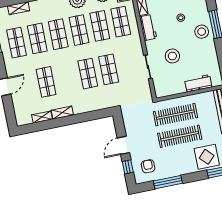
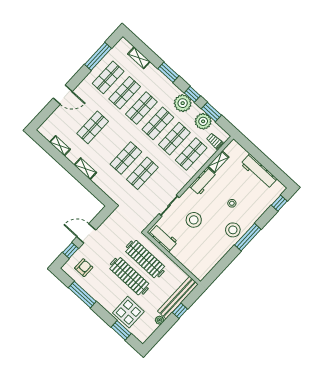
workbench: (198, 83) -> (163, 238), moved
shelving: (62, 113) -> (85, 169), moved

